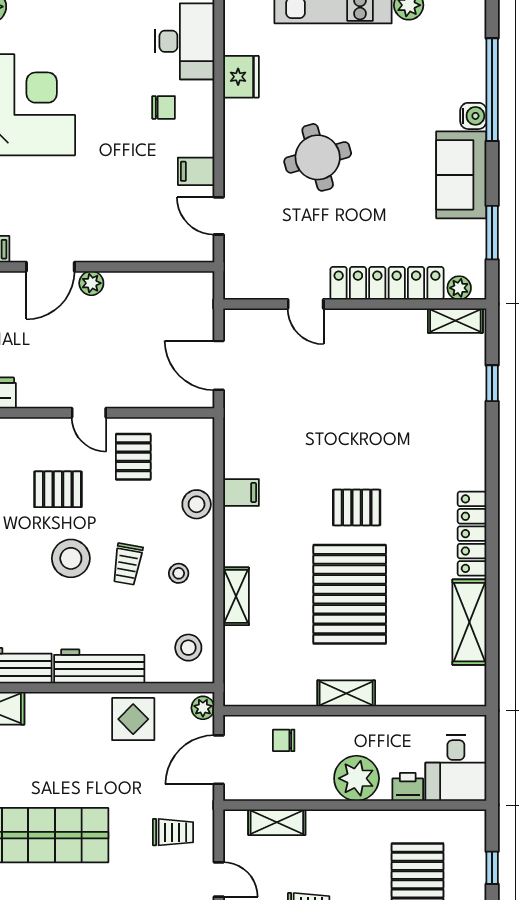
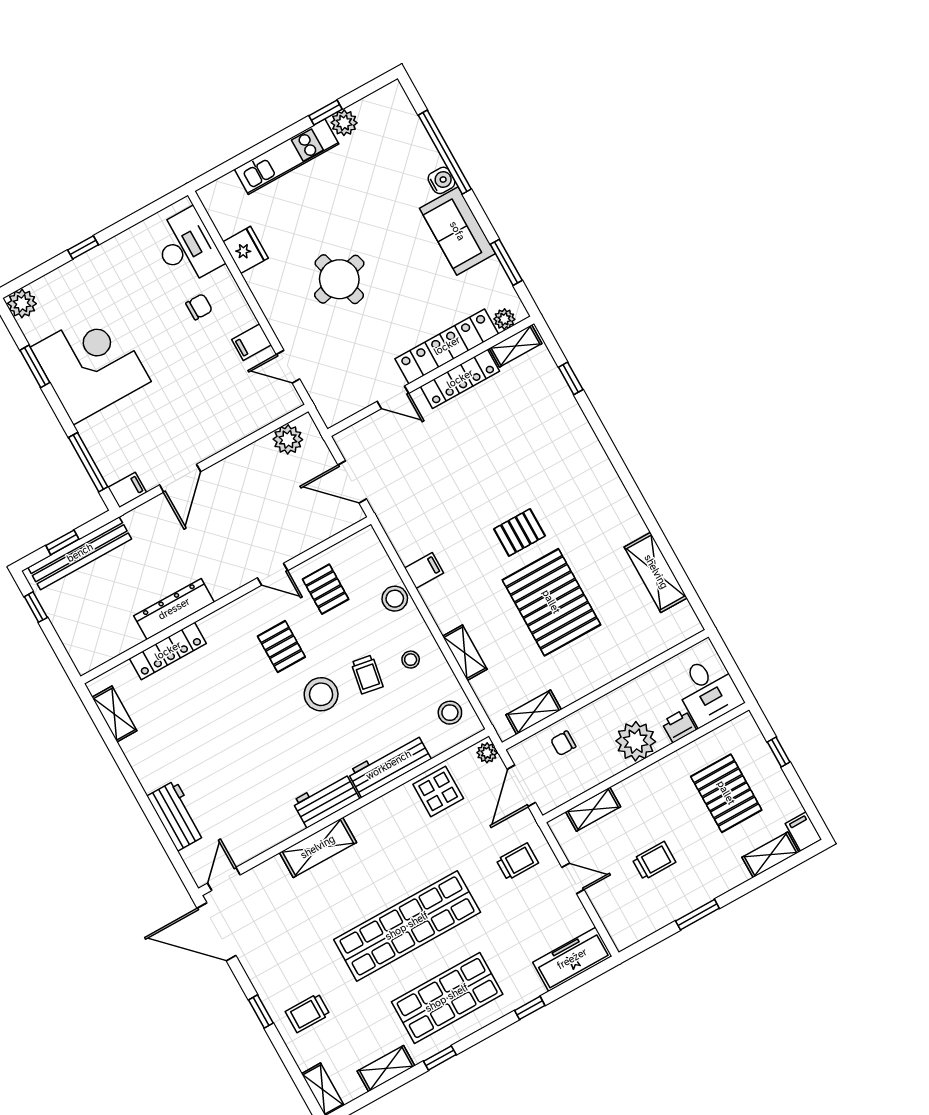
plant: (91, 283) -> (288, 439), moved, width x1.38, depth x1.38
pallet: (58, 489) -> (281, 647), turned 90
locker: (472, 534) -> (460, 379), moved, turned -90
shelving: (346, 693) -> (534, 712), moved

